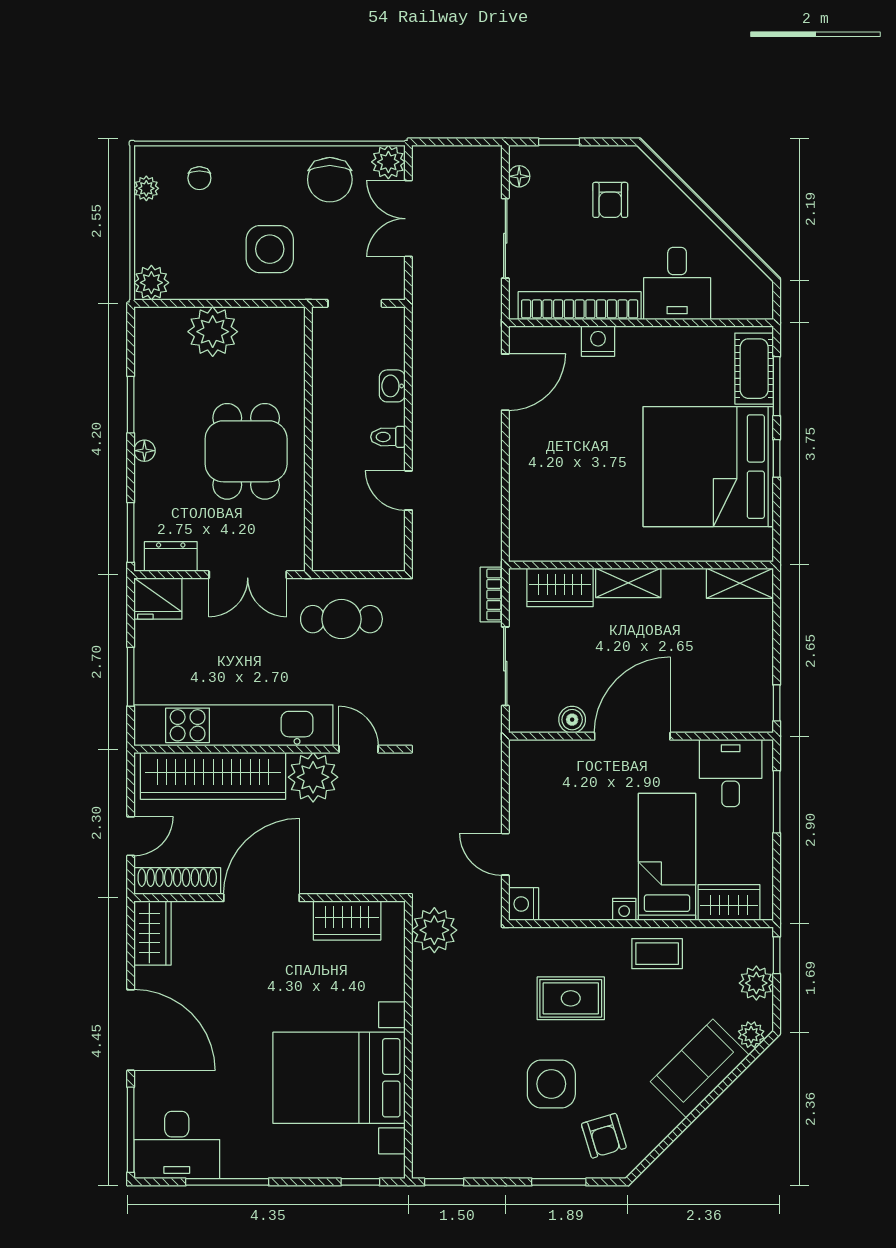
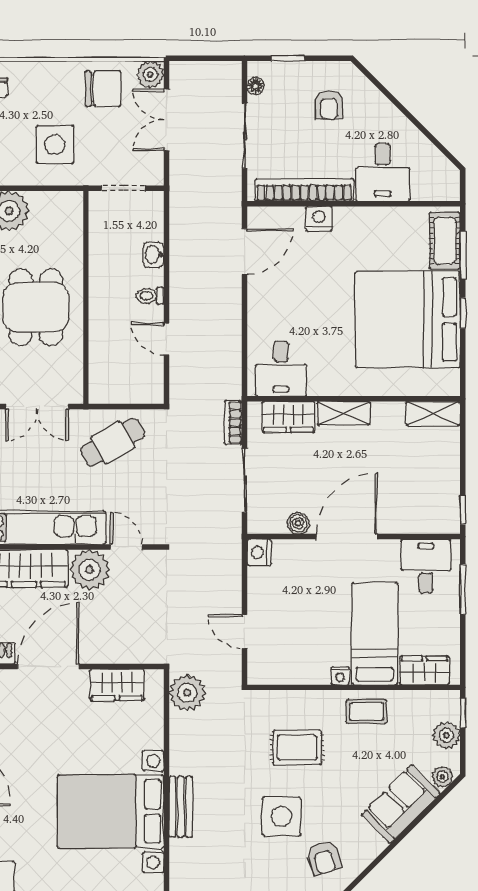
chair: (330, 180) -> (103, 89), turned -90
desk: (551, 528) -> (281, 369), added
cafe table: (341, 619) -> (113, 442), turned -30
nightstand: (524, 904) -> (259, 552), moved
bench: (426, 1072) -> (181, 807), added

